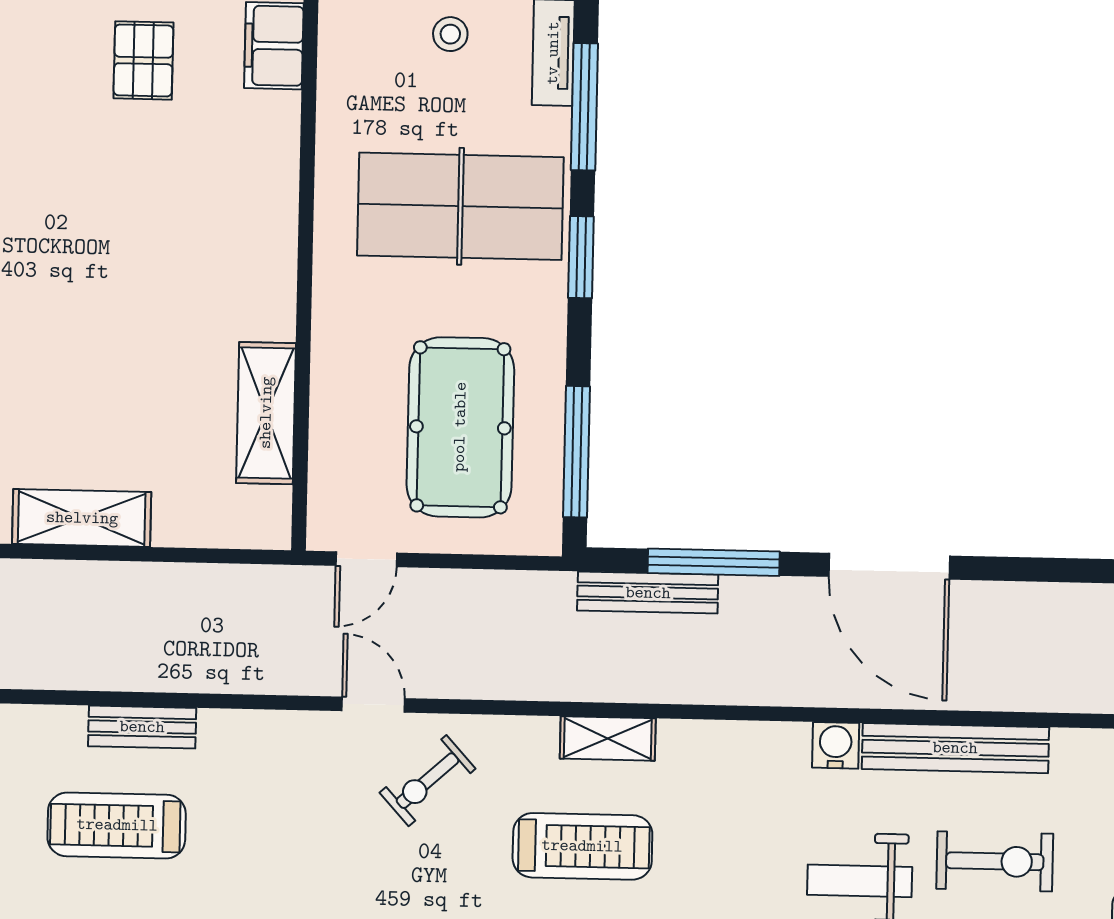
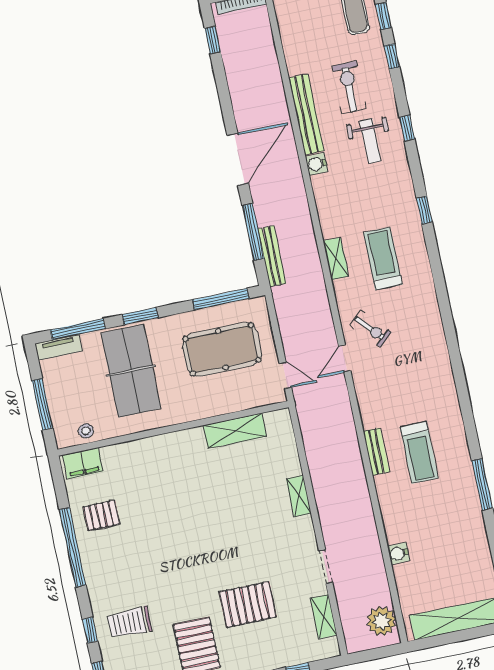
stool: (450, 34) -> (86, 431), moved
shelving: (82, 518) -> (299, 496), width x0.67, depth x0.75

